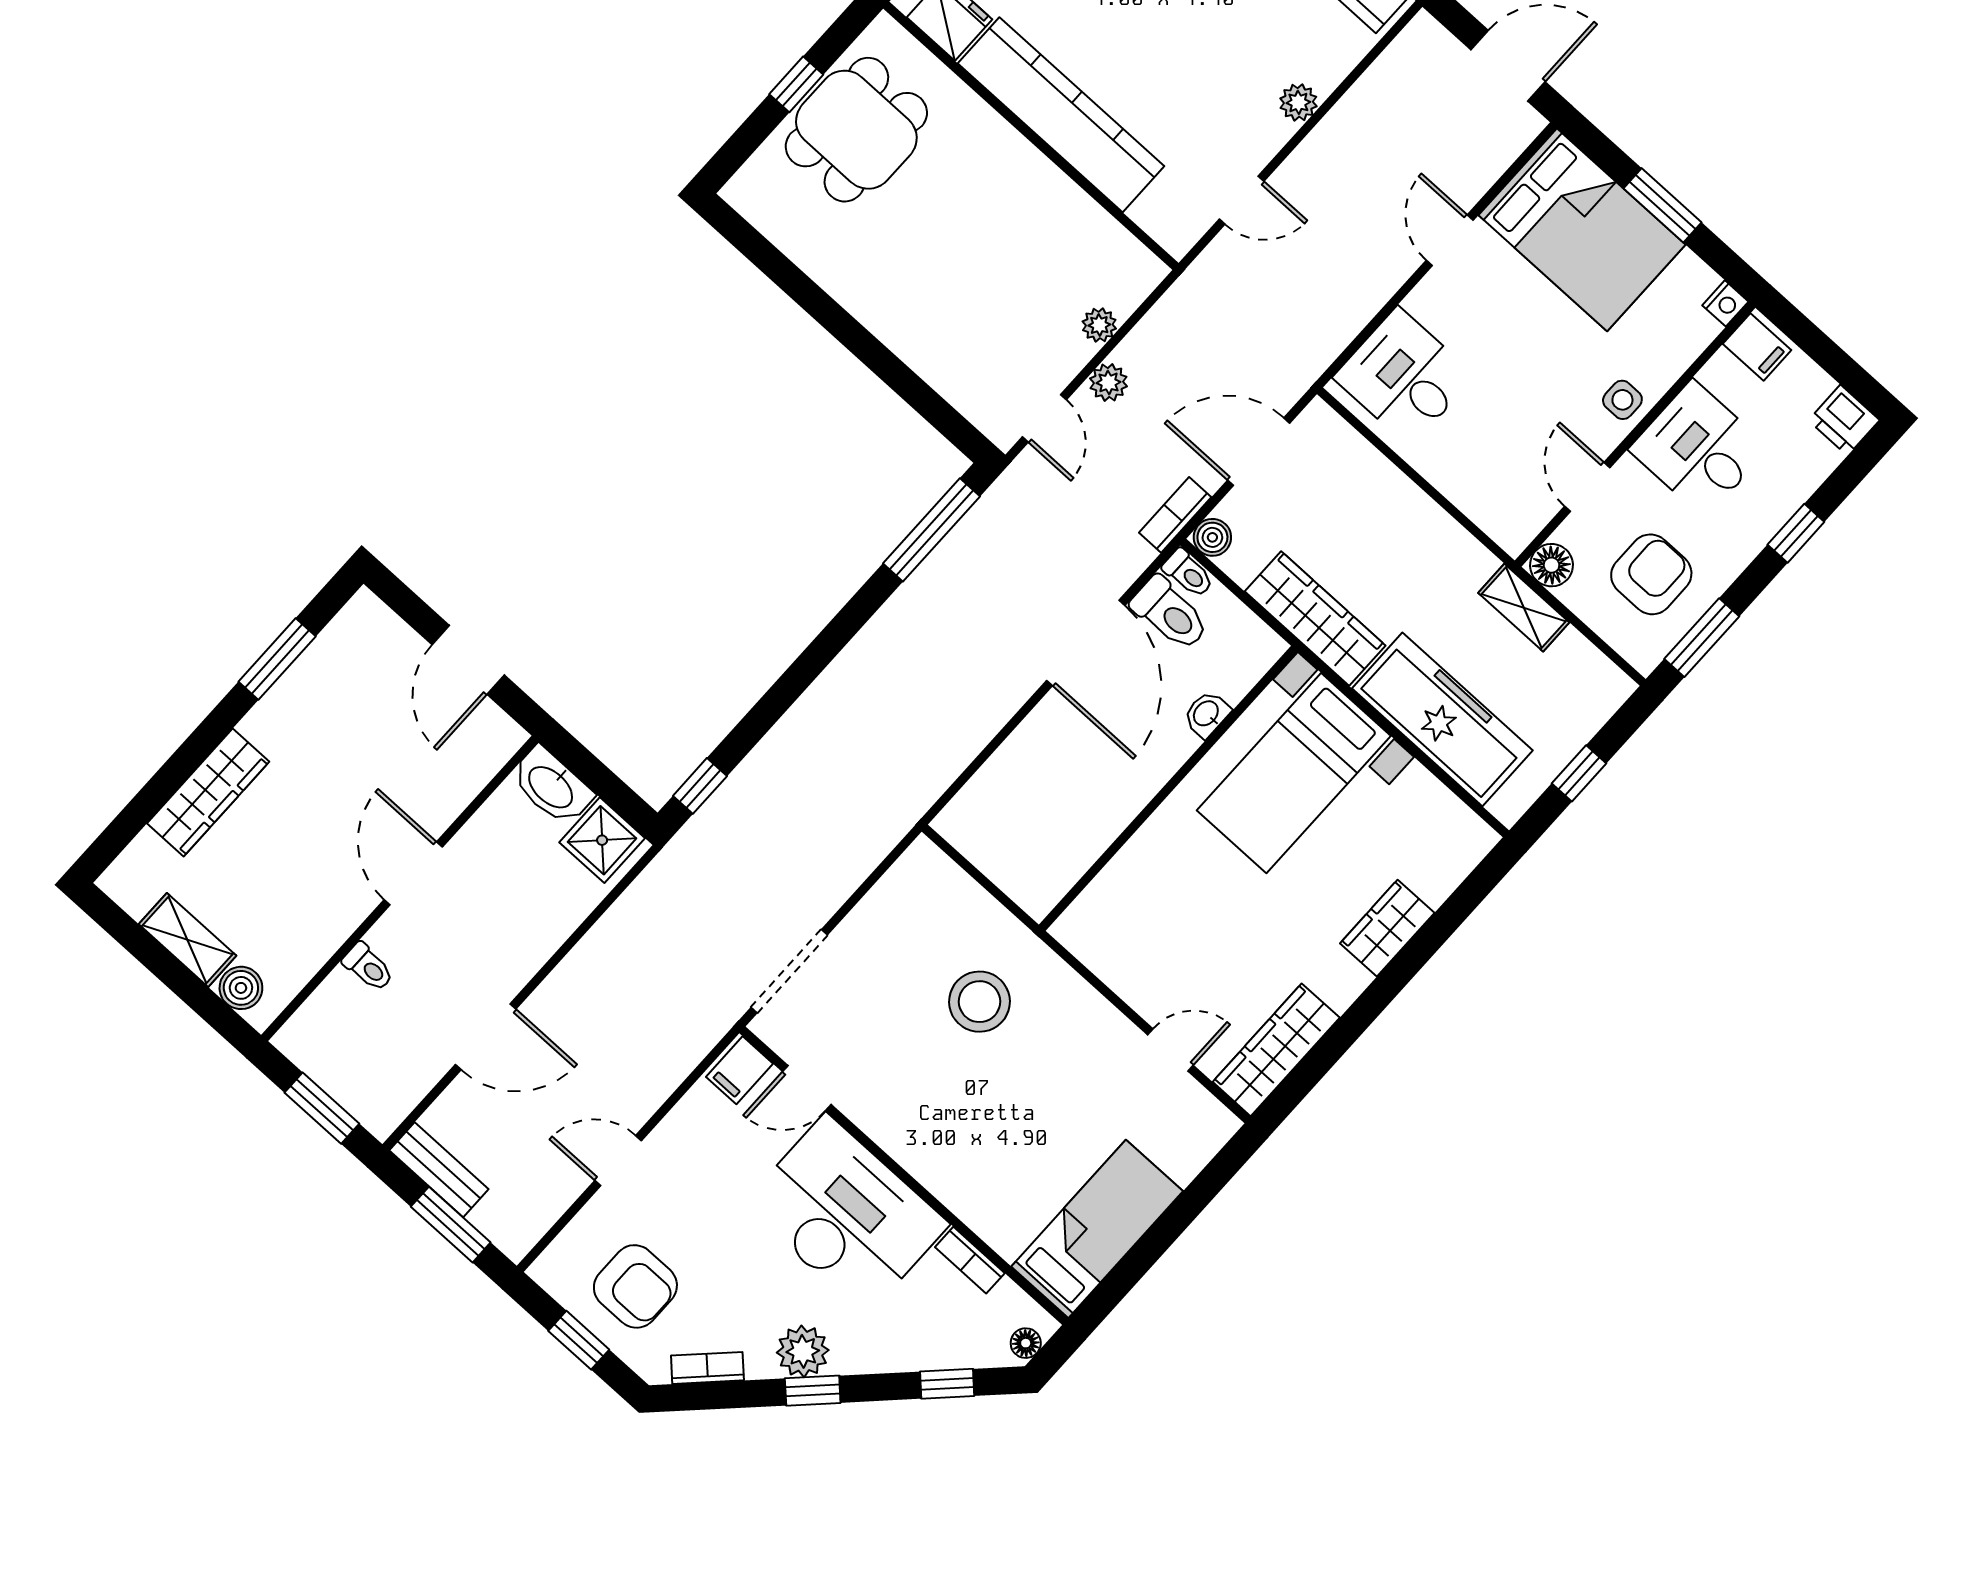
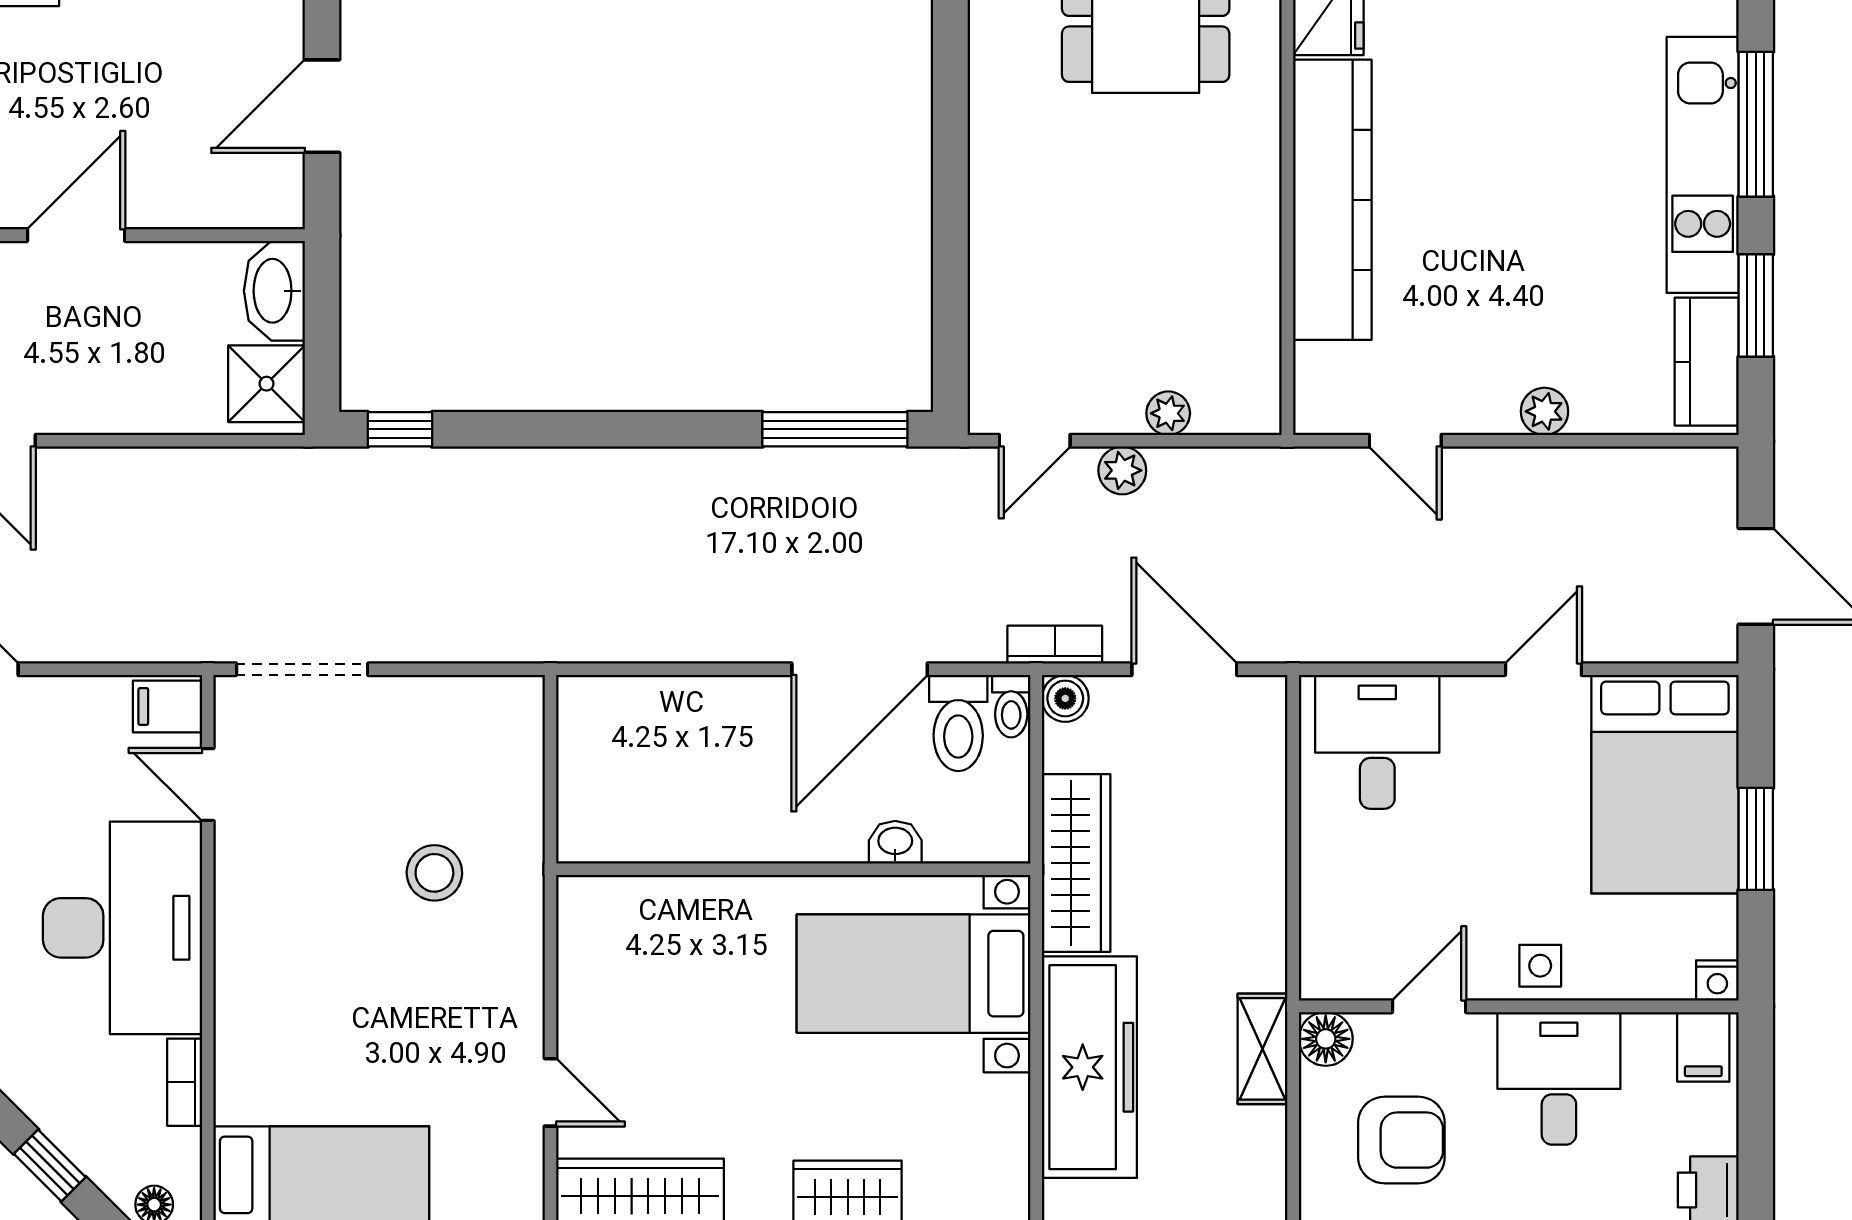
stool: (979, 1002) -> (434, 873), width x0.73, depth x0.73

